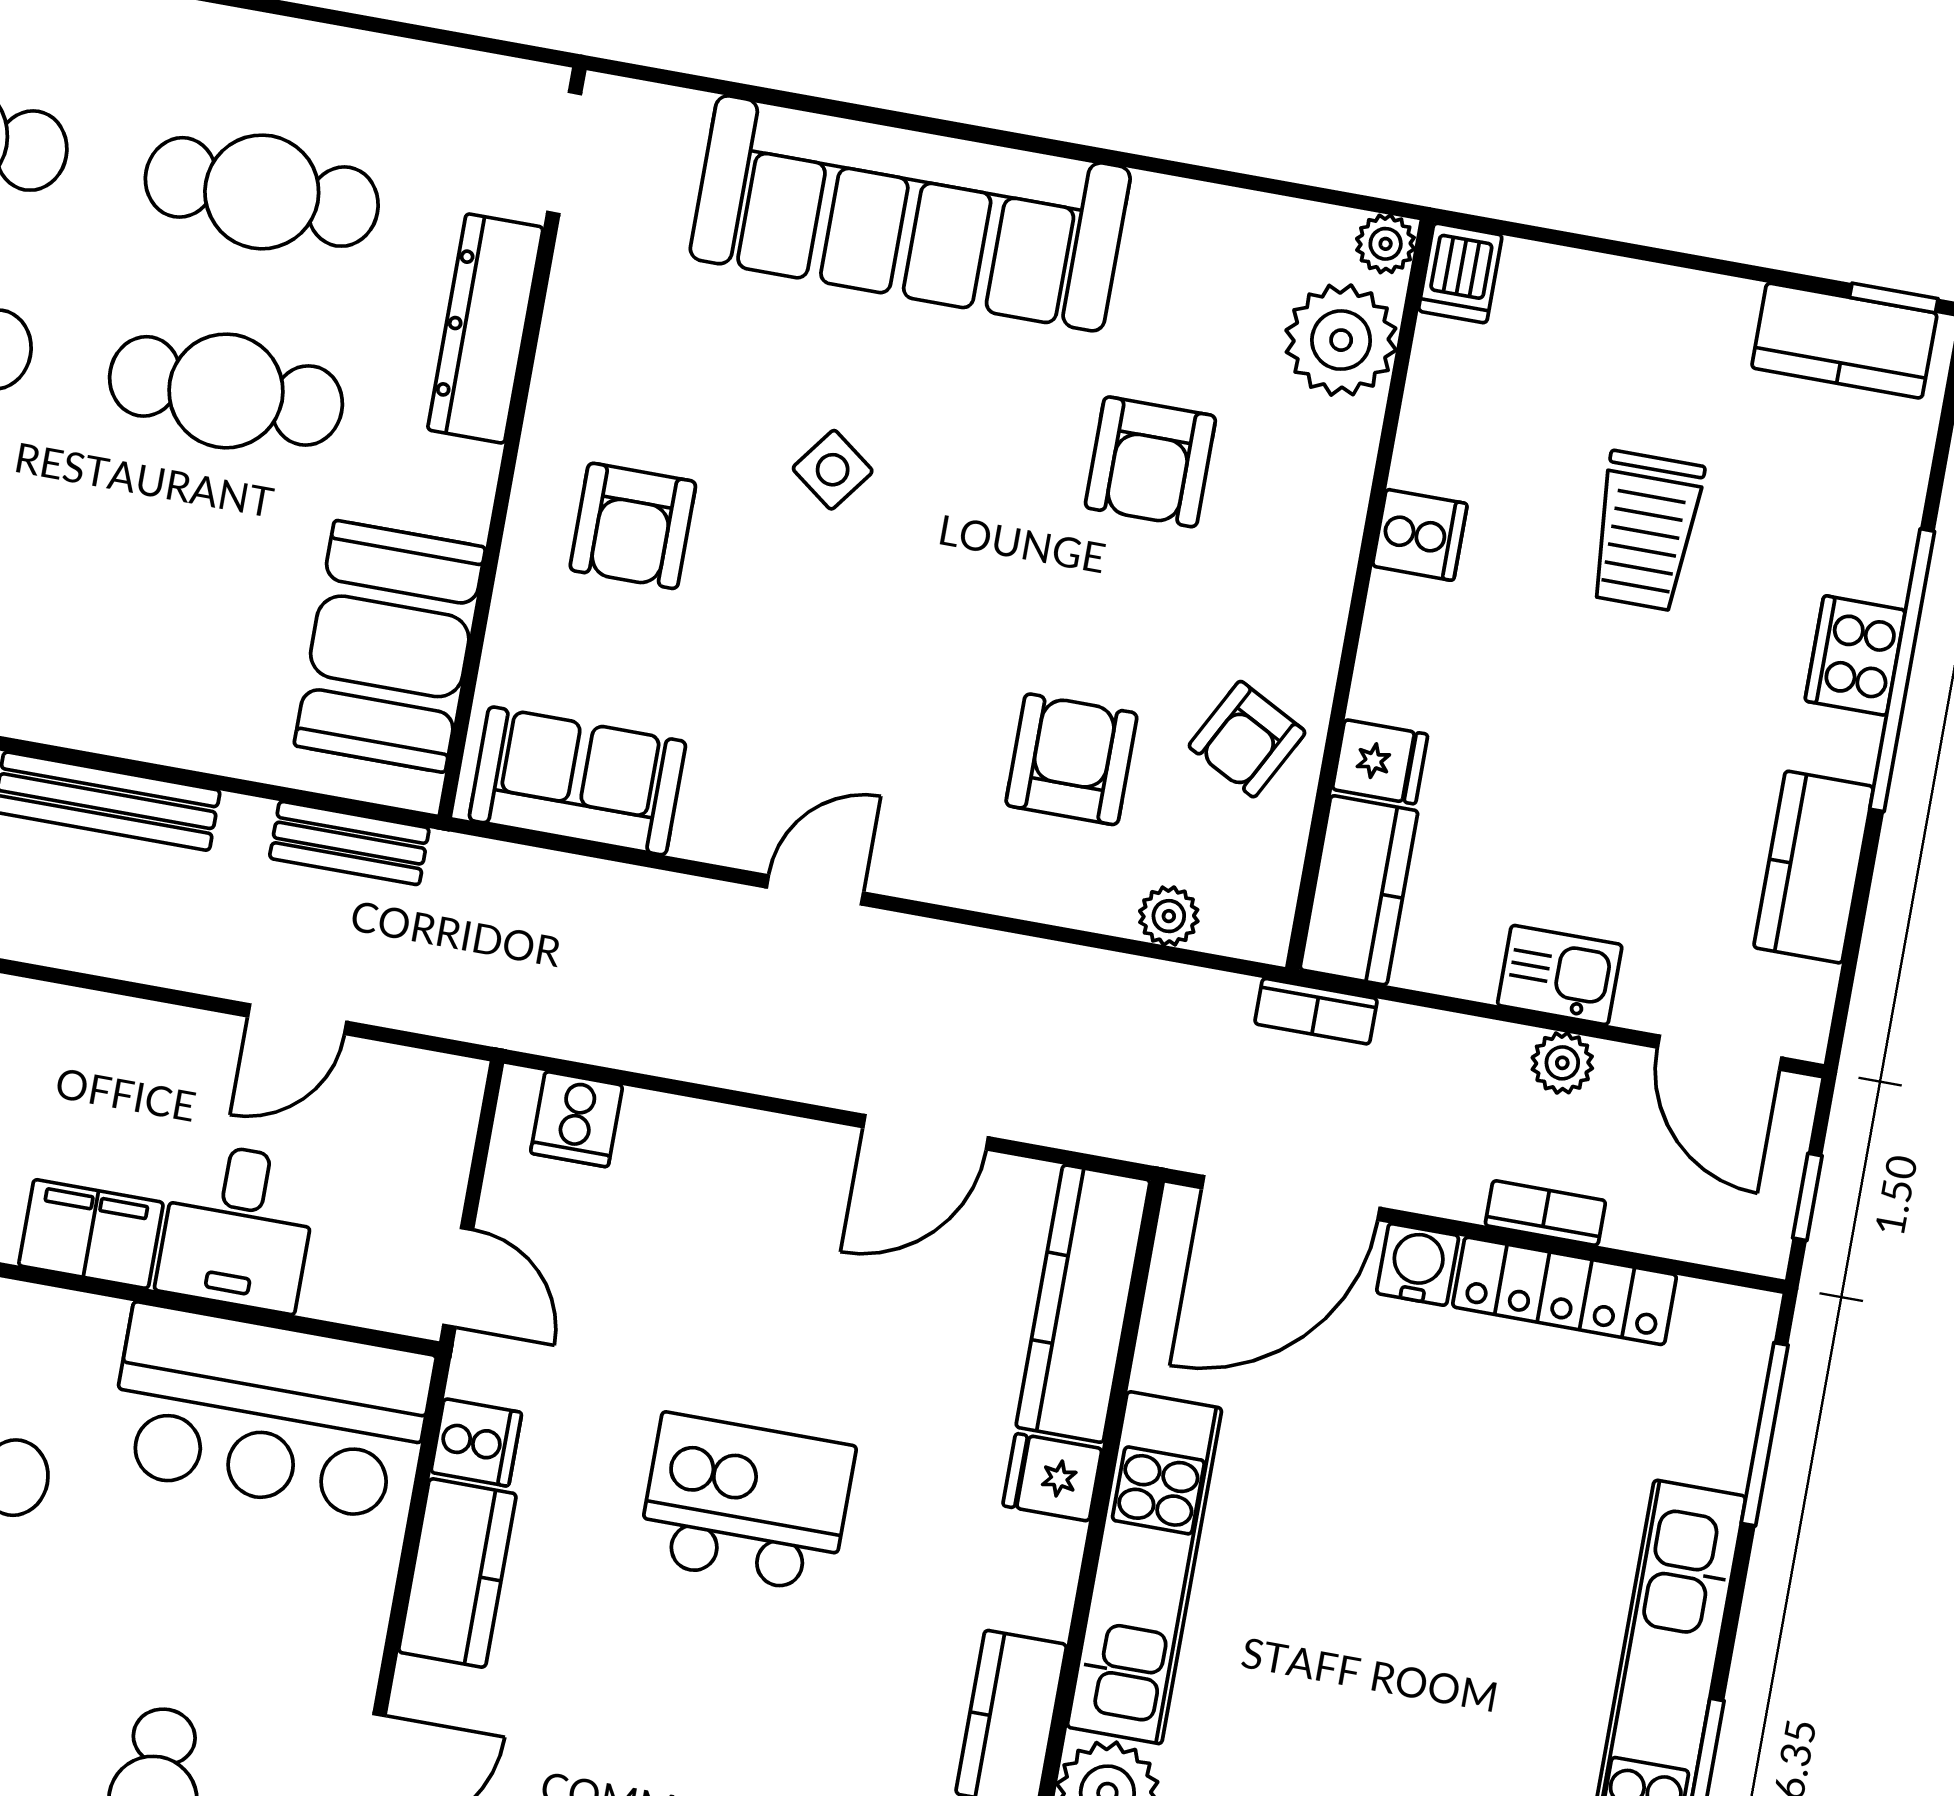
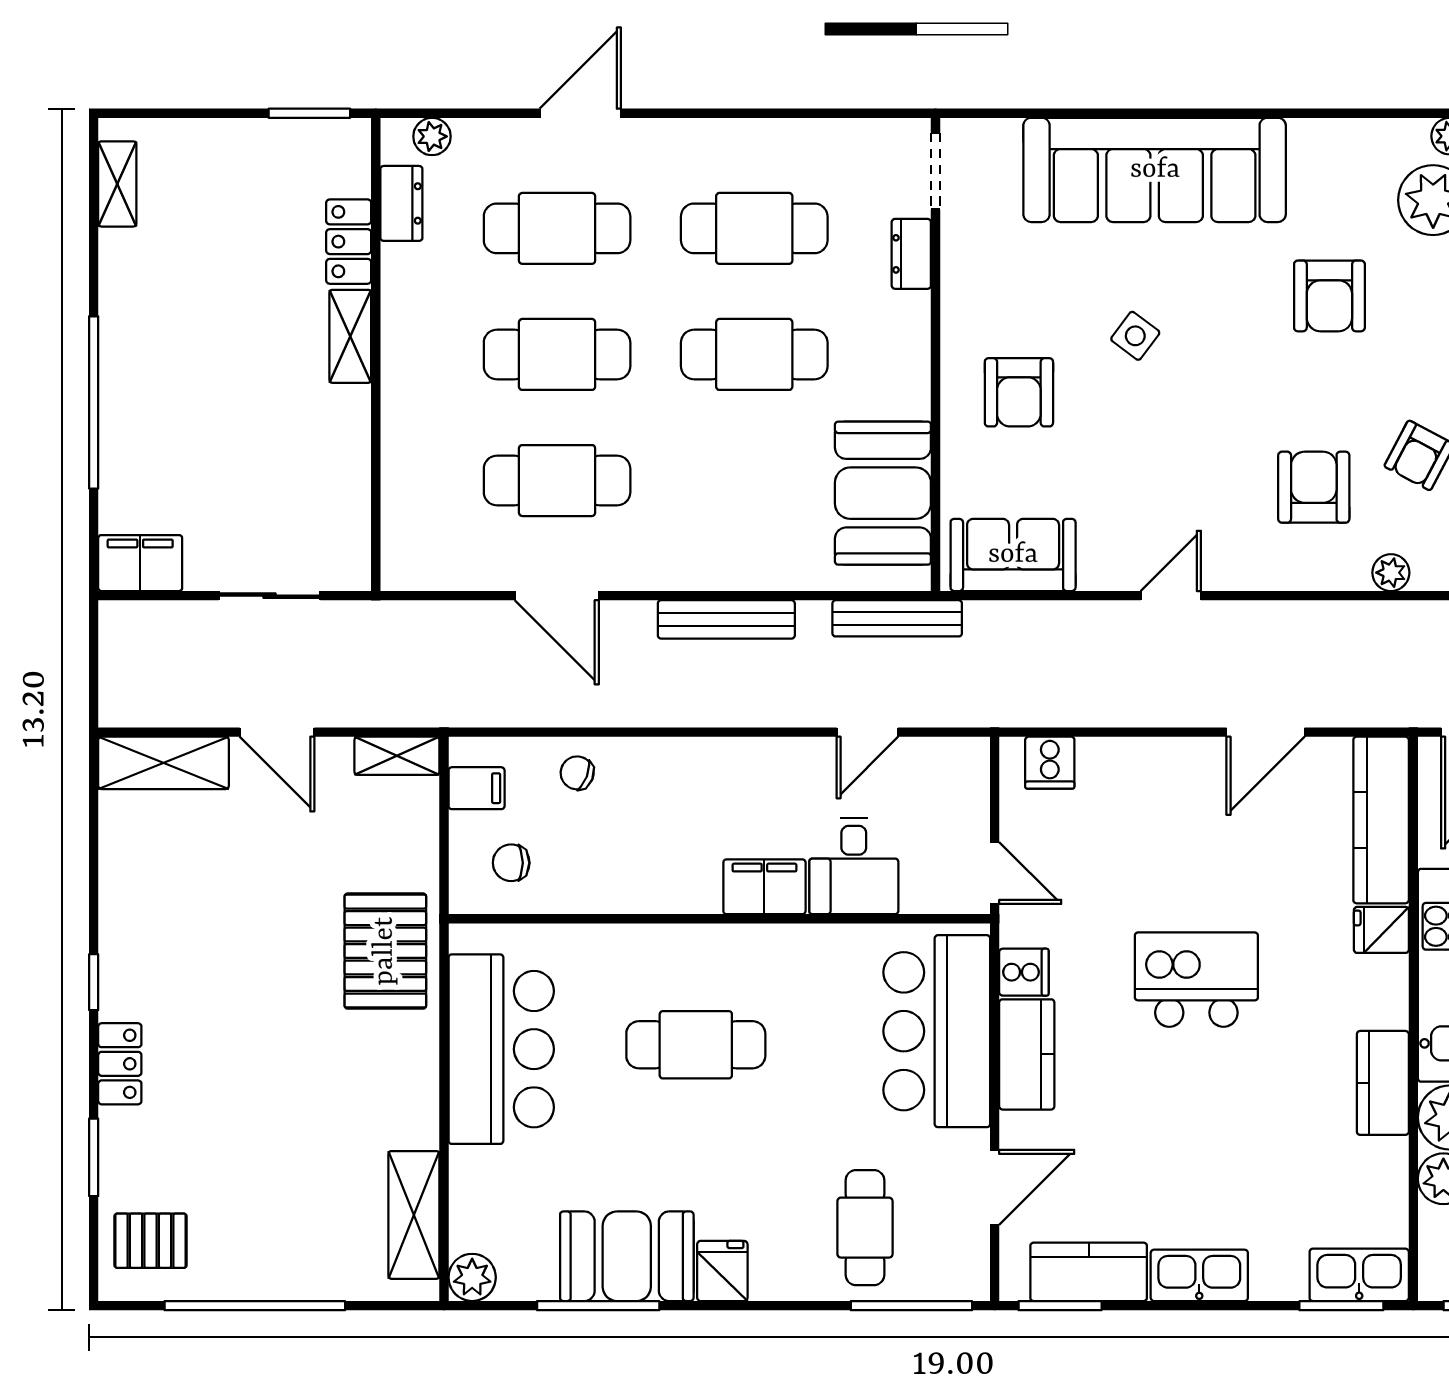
dresser: (485, 328) -> (911, 254), width x0.51, depth x0.80
bench: (349, 843) -> (897, 618), width x1.36
bar counter: (270, 1413) -> (937, 1031), moved, turned 90

